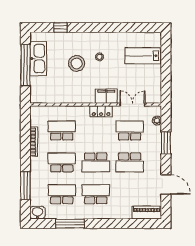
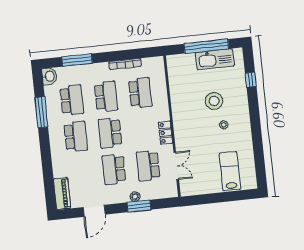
filing cabinet: (106, 96) -> (182, 137), removed
plant: (157, 121) -> (135, 197), moved
school desk: (130, 130) -> (148, 166), turned 180

